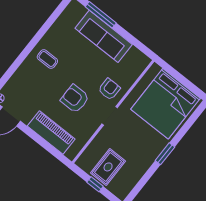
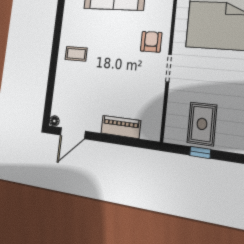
armchair: (75, 99) -> (124, 74), removed
piano: (51, 133) -> (121, 127), width x0.73, depth x0.75

